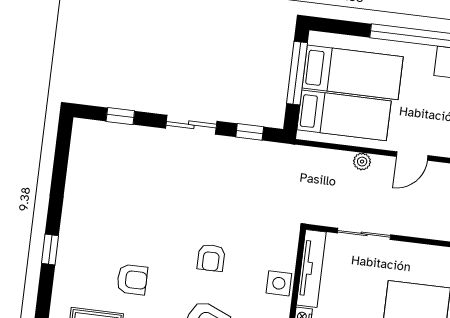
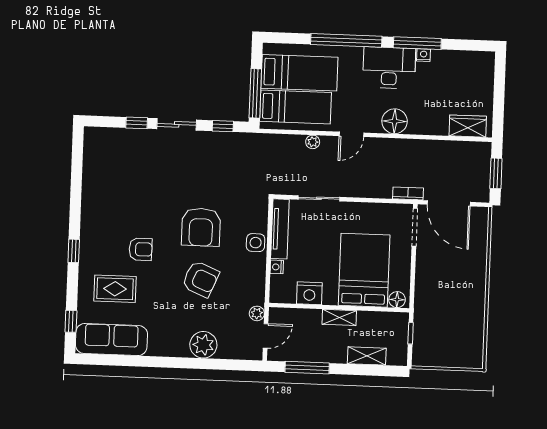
window: (297, 73) -> (255, 93), moved
window: (120, 116) -> (137, 123), moved
window: (50, 250) -> (74, 251), moved
armchair: (211, 258) -> (201, 227), width x1.88, depth x1.88

